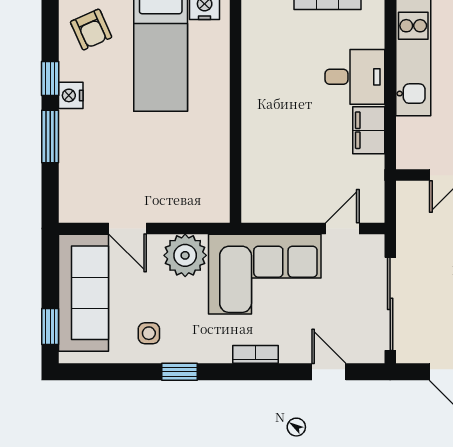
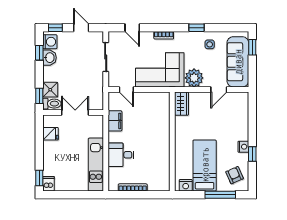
filing cabinet: (369, 130) -> (115, 121), moved
window: (50, 137) -> (252, 129), removed
wardrobe: (214, 196) -> (182, 104), added
door: (128, 228) -> (219, 89), swing flipped
door: (342, 228) -> (126, 89), hinge flipped
sliding door: (390, 304) -> (106, 57), width x0.73

